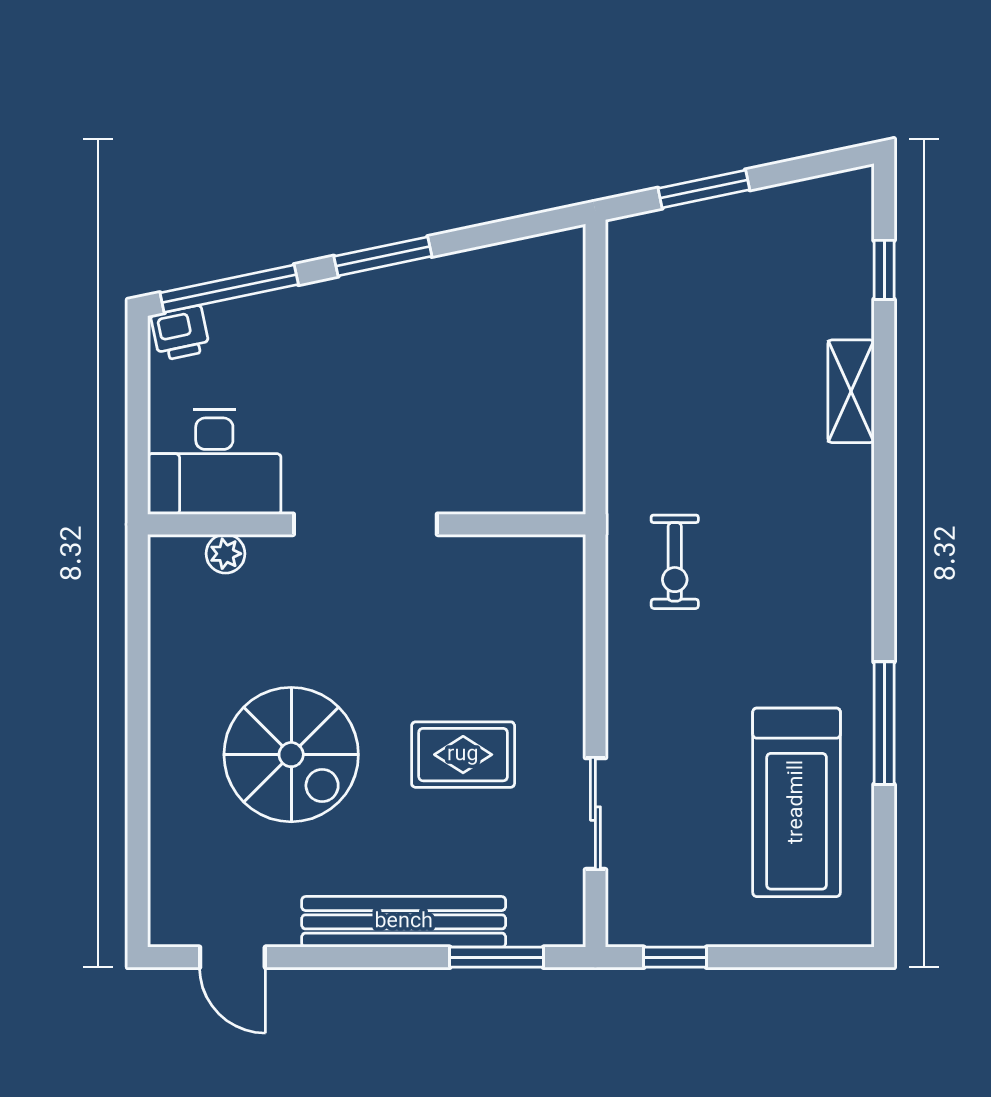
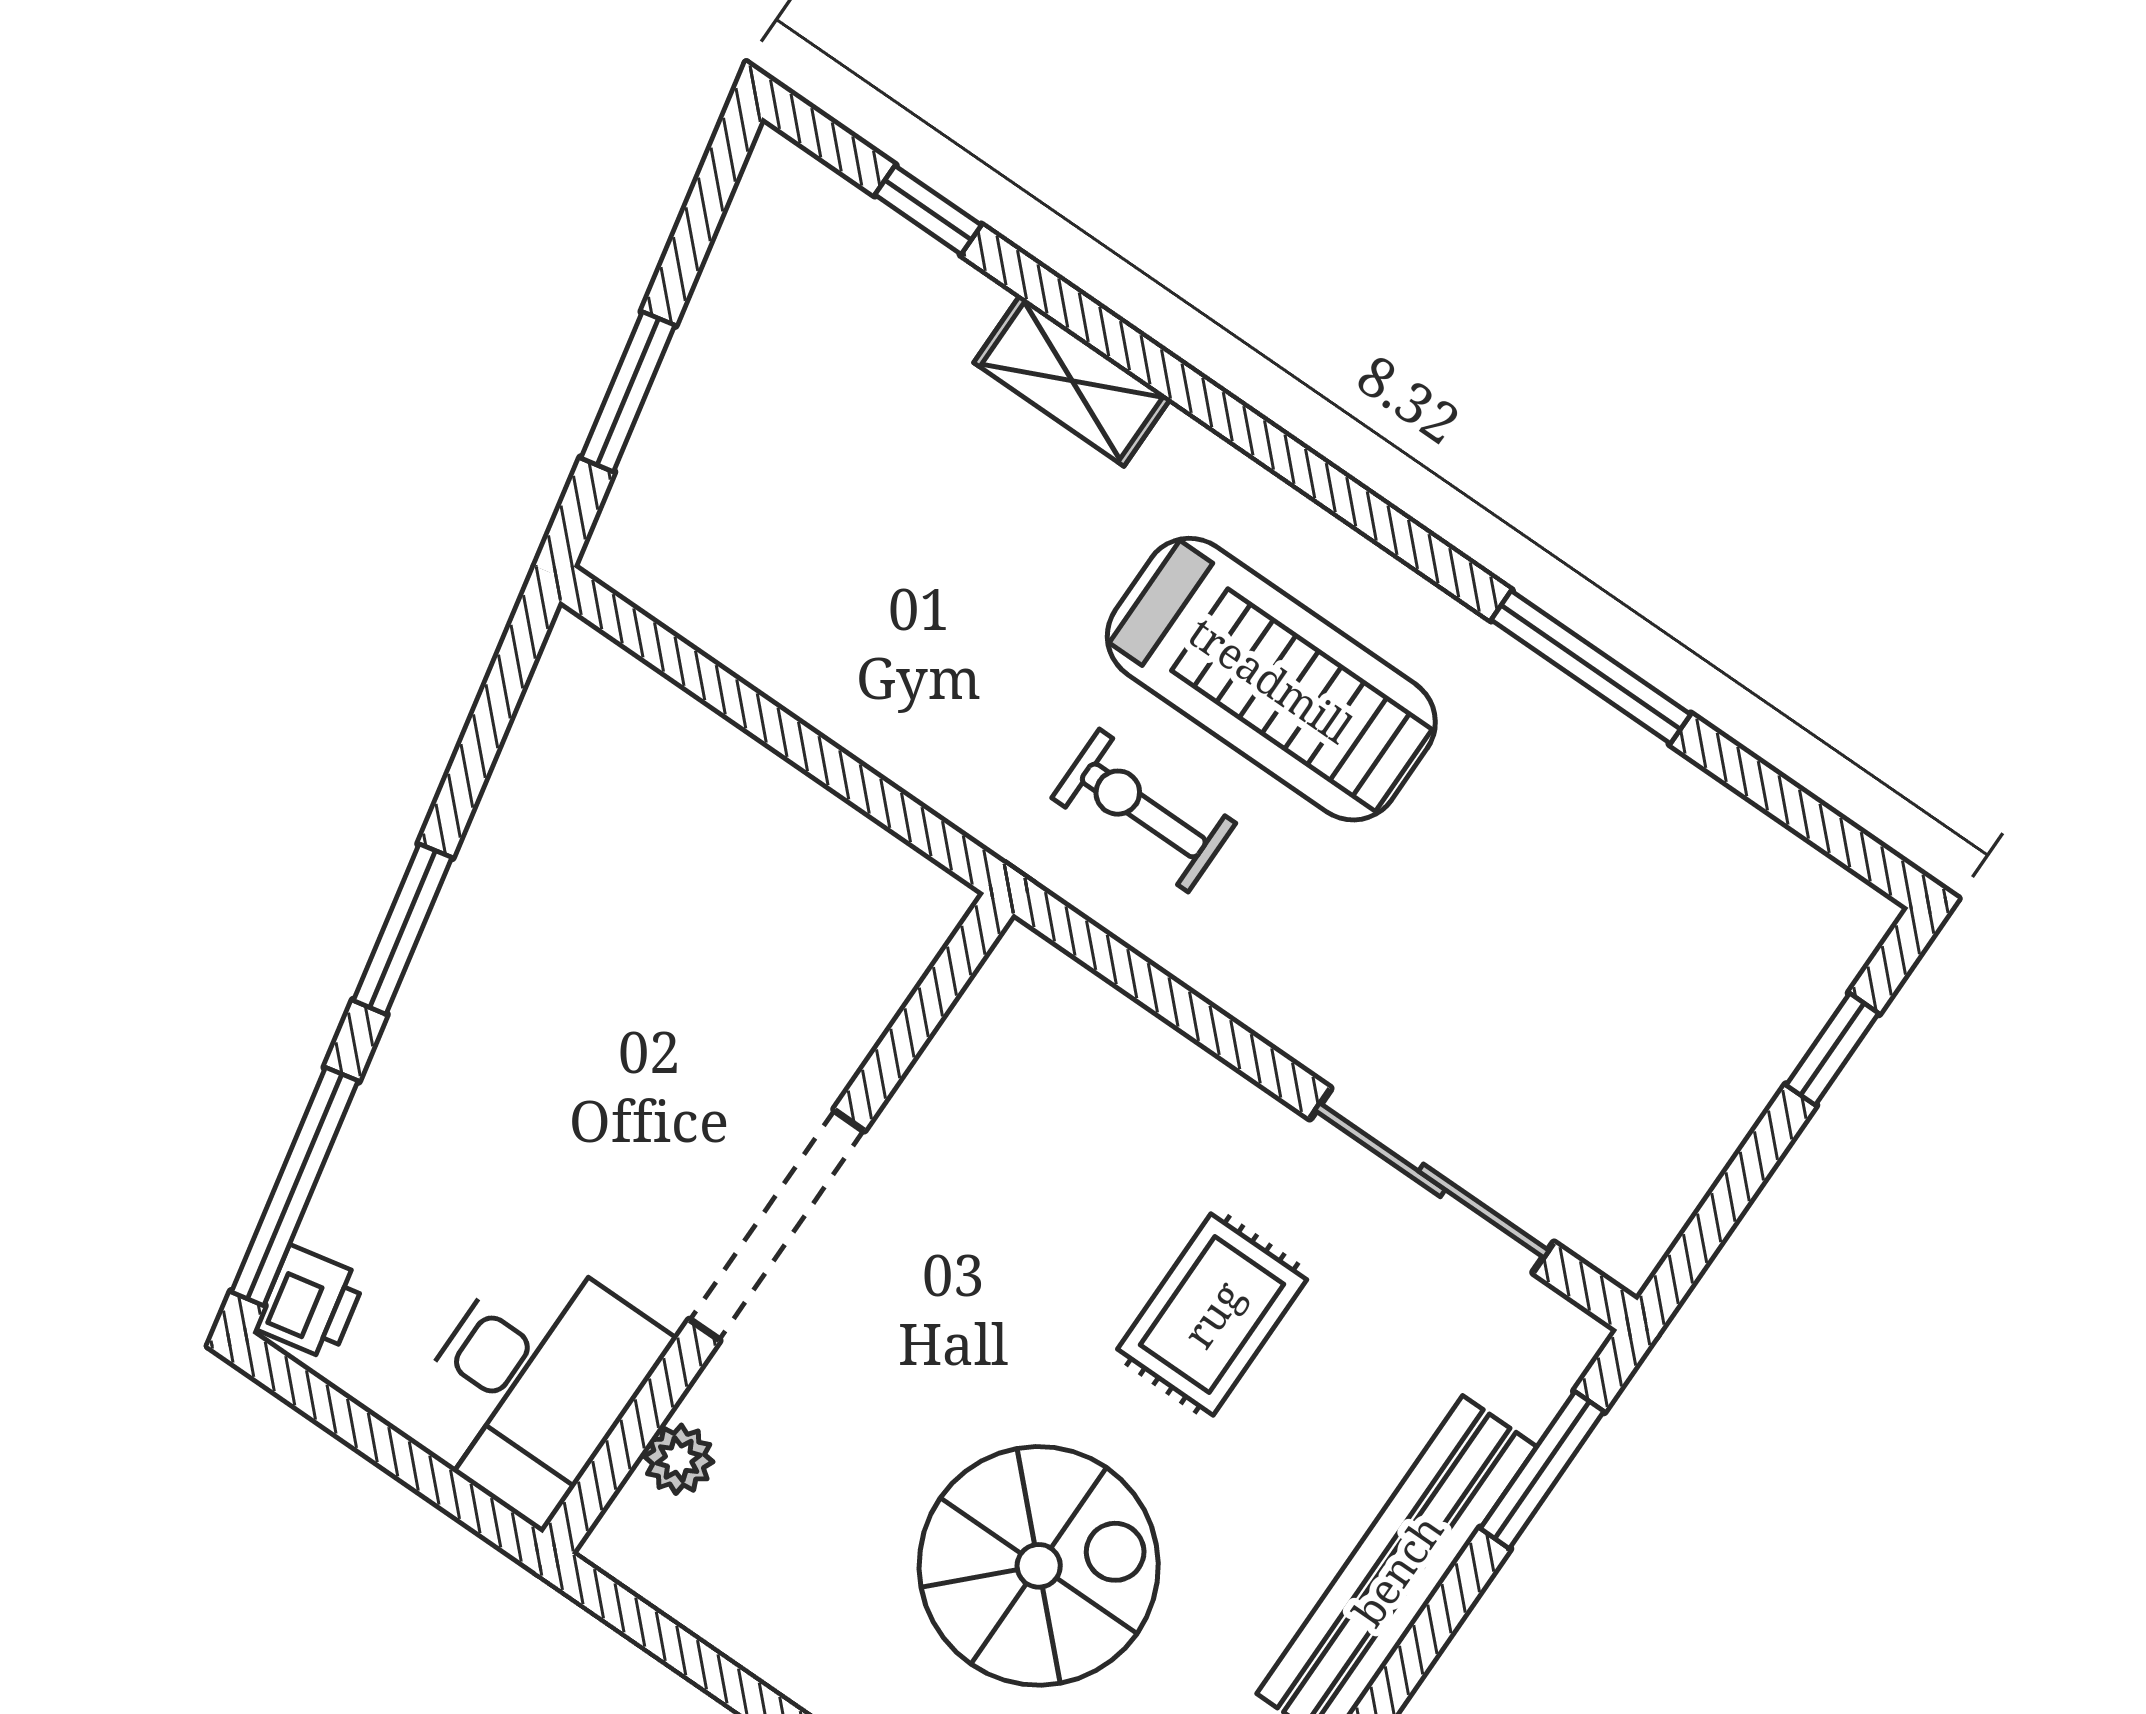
exercise bike: (675, 562) -> (1144, 810), turned 180
treadmill: (797, 802) -> (1271, 679), moved
sliding door: (595, 814) -> (1432, 1180), width x1.37
window: (675, 957) -> (1832, 1049), moved

